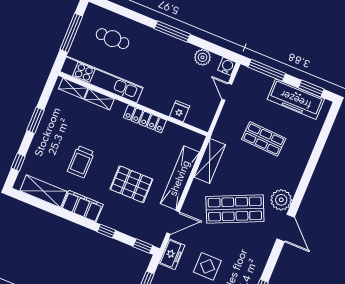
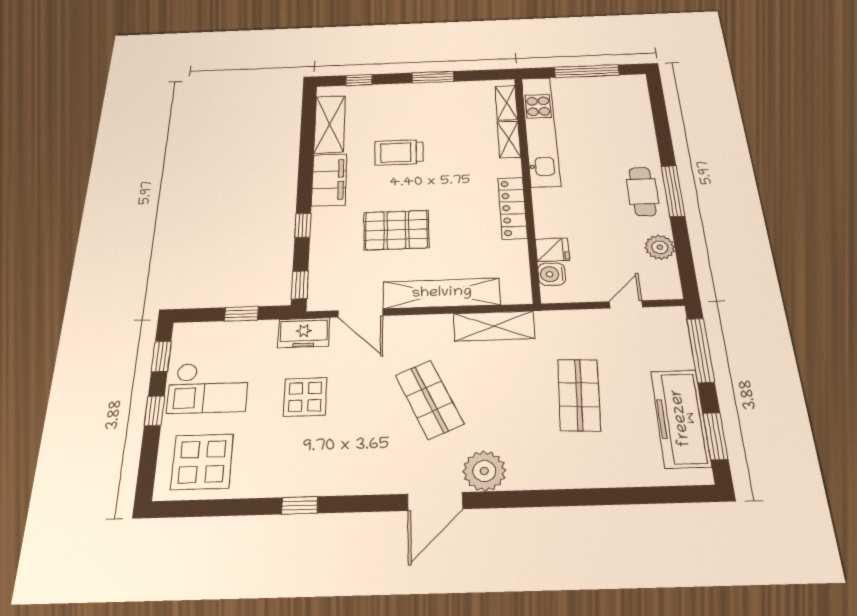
cafe table: (113, 39) -> (643, 191), moved
water cooler: (227, 66) -> (552, 274), moved, turned 180
pallet: (131, 184) -> (396, 230), turned 90
shop shelf: (235, 209) -> (429, 399), width x0.70, depth x0.74

